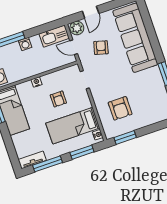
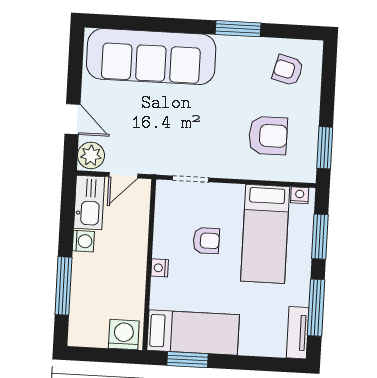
washing machine: (25, 44) -> (83, 241), moved
armchair: (101, 48) -> (288, 70), moved

